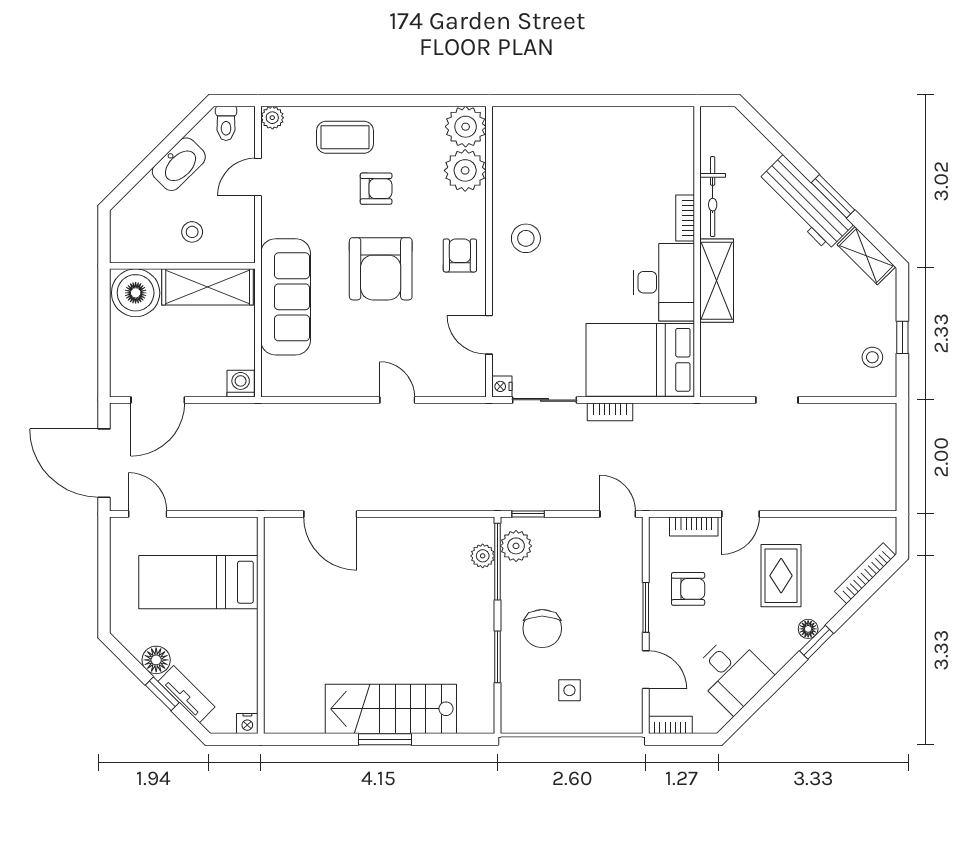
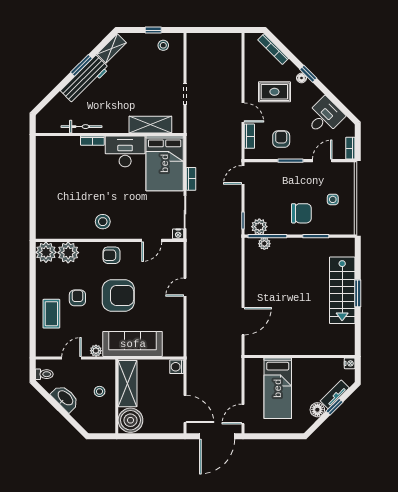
plant: (272, 118) -> (96, 351), moved
door: (258, 177) -> (72, 358), swing flipped
shelving: (717, 281) -> (150, 125), moved

